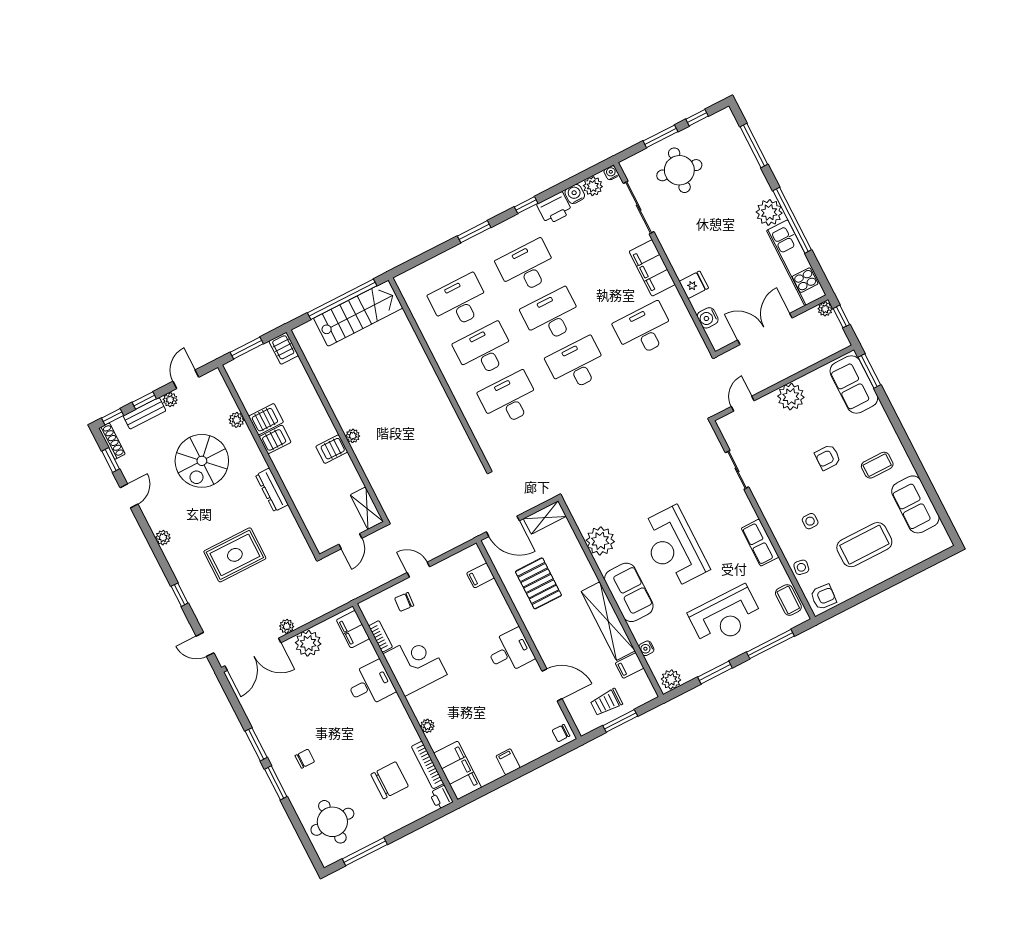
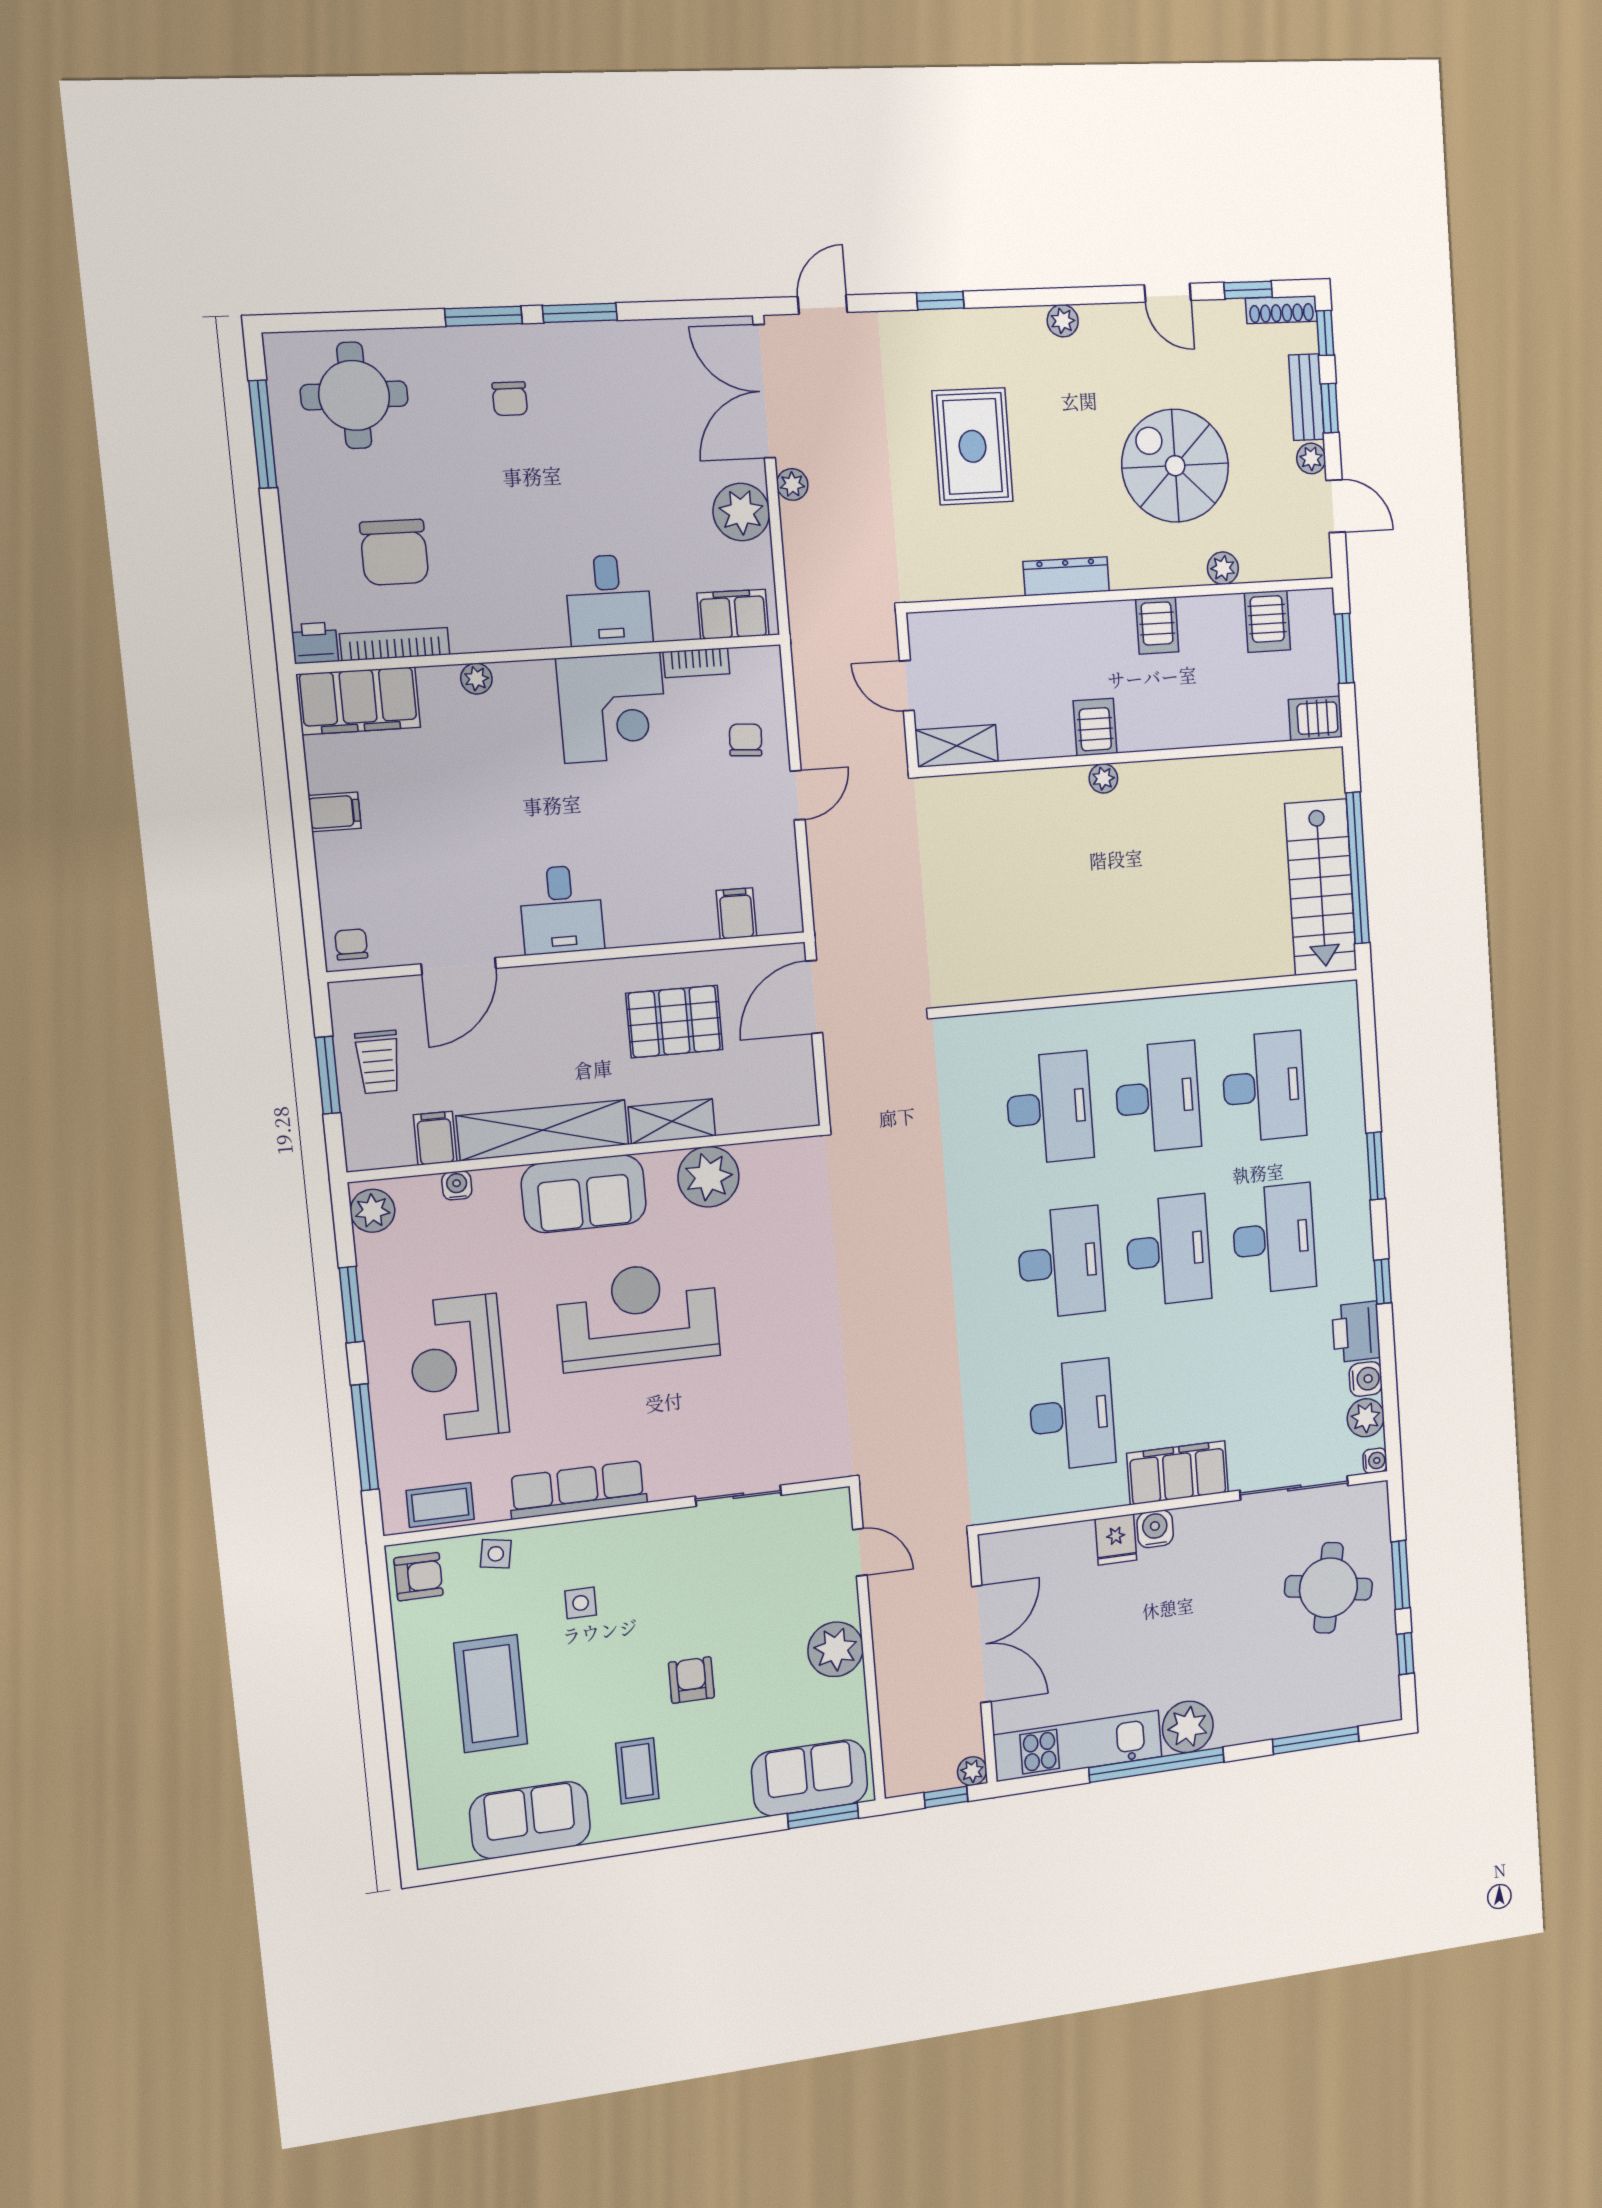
water cooler: (708, 318) -> (1155, 1529), moved
server rack: (266, 419) -> (1267, 621), moved
shelving: (545, 517) -> (672, 1121), moved, turned 90
row of seats: (760, 543) -> (578, 1490), width x1.48
armchair: (823, 597) -> (418, 1577), turned -94
trolley: (606, 702) -> (378, 1062), turned 180

